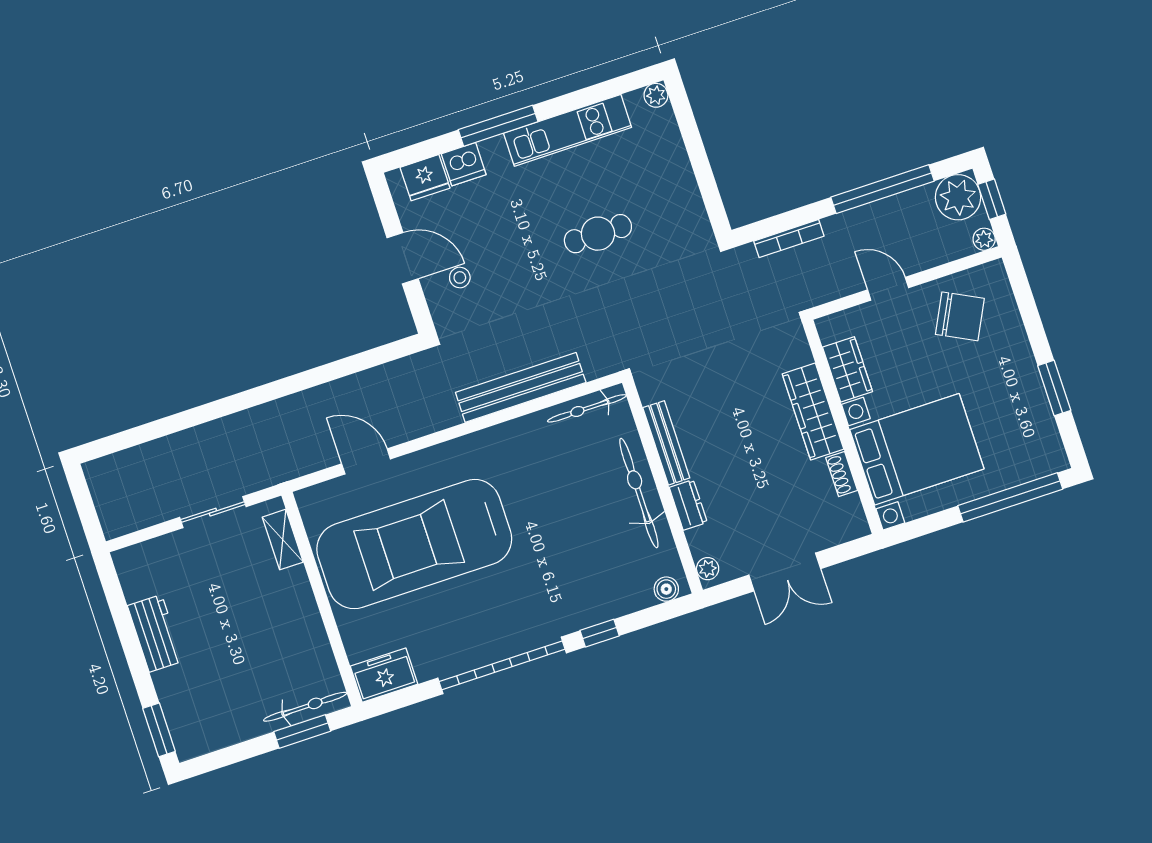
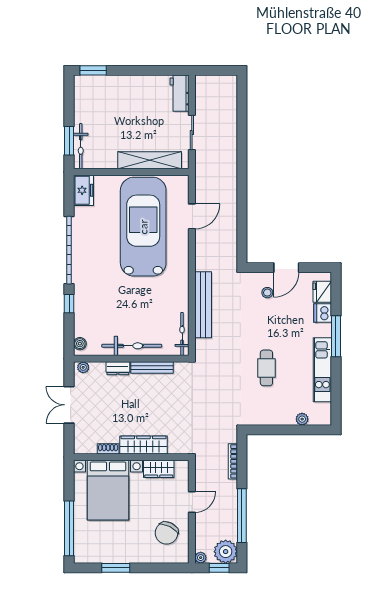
plant: (656, 95) -> (302, 419), moved
shelving: (283, 540) -> (150, 160), width x2.20, depth x1.33
workbench: (155, 633) -> (179, 93), moved, turned 90

